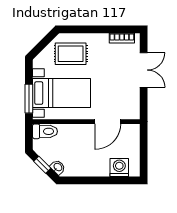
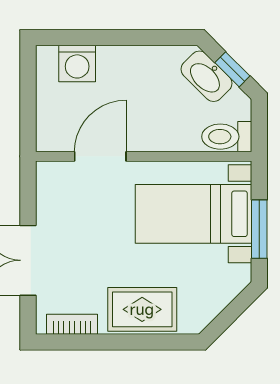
rug: (71, 54) -> (142, 309), moved
window: (29, 99) -> (259, 229), moved
washbasin: (58, 167) -> (207, 76), width x1.91, depth x1.45

